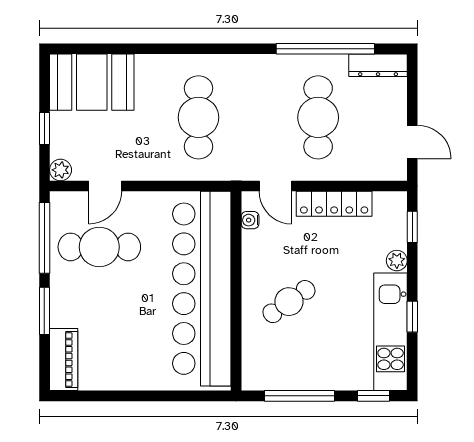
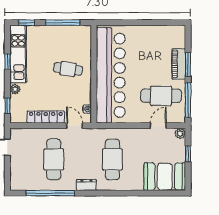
dresser: (378, 65) -> (86, 185), moved, width x0.70
cafe table: (289, 302) -> (68, 69), turned 43
piano: (64, 360) -> (179, 64), moved

